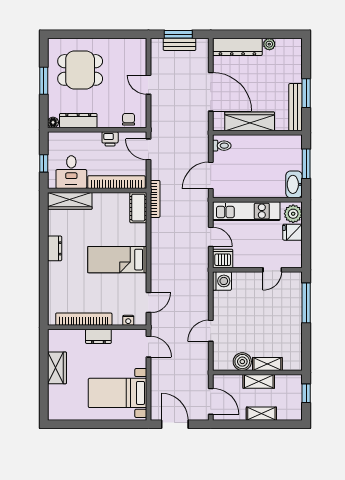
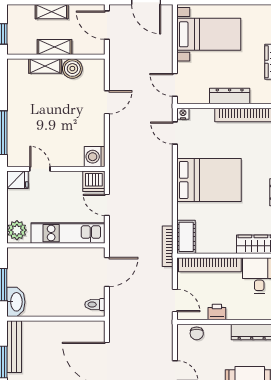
wardrobe: (250, 121) -> (64, 331), removed
washbasin: (294, 184) -> (16, 302), moved
fridge: (293, 232) -> (17, 180), moved
bed: (117, 260) -> (209, 180), width x1.50
door: (272, 270) -> (40, 169), hinge flipped
door: (148, 303) -> (175, 133), hinge flipped
nightstand: (128, 320) -> (183, 114), moved
dresser: (98, 336) -> (230, 96), width x1.44

